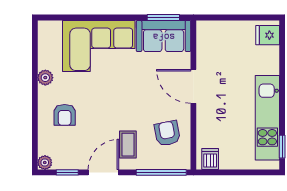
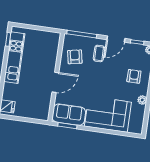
door: (193, 86) -> (55, 82), hinge flipped
armchair: (167, 133) -> (75, 57), turned 180
dishwasher: (210, 159) -> (52, 38), removed

